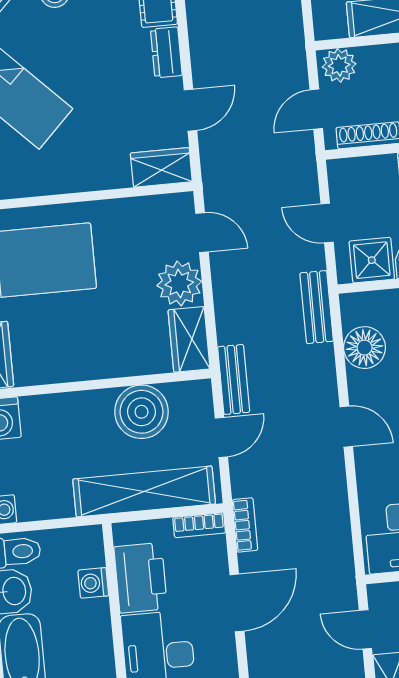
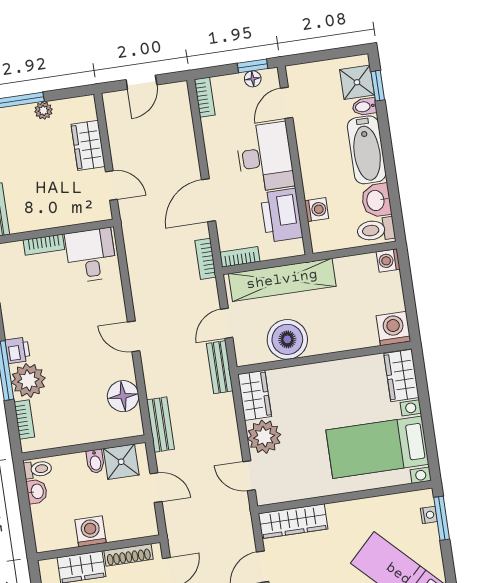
wardrobe: (161, 167) -> (293, 521), width x1.50

